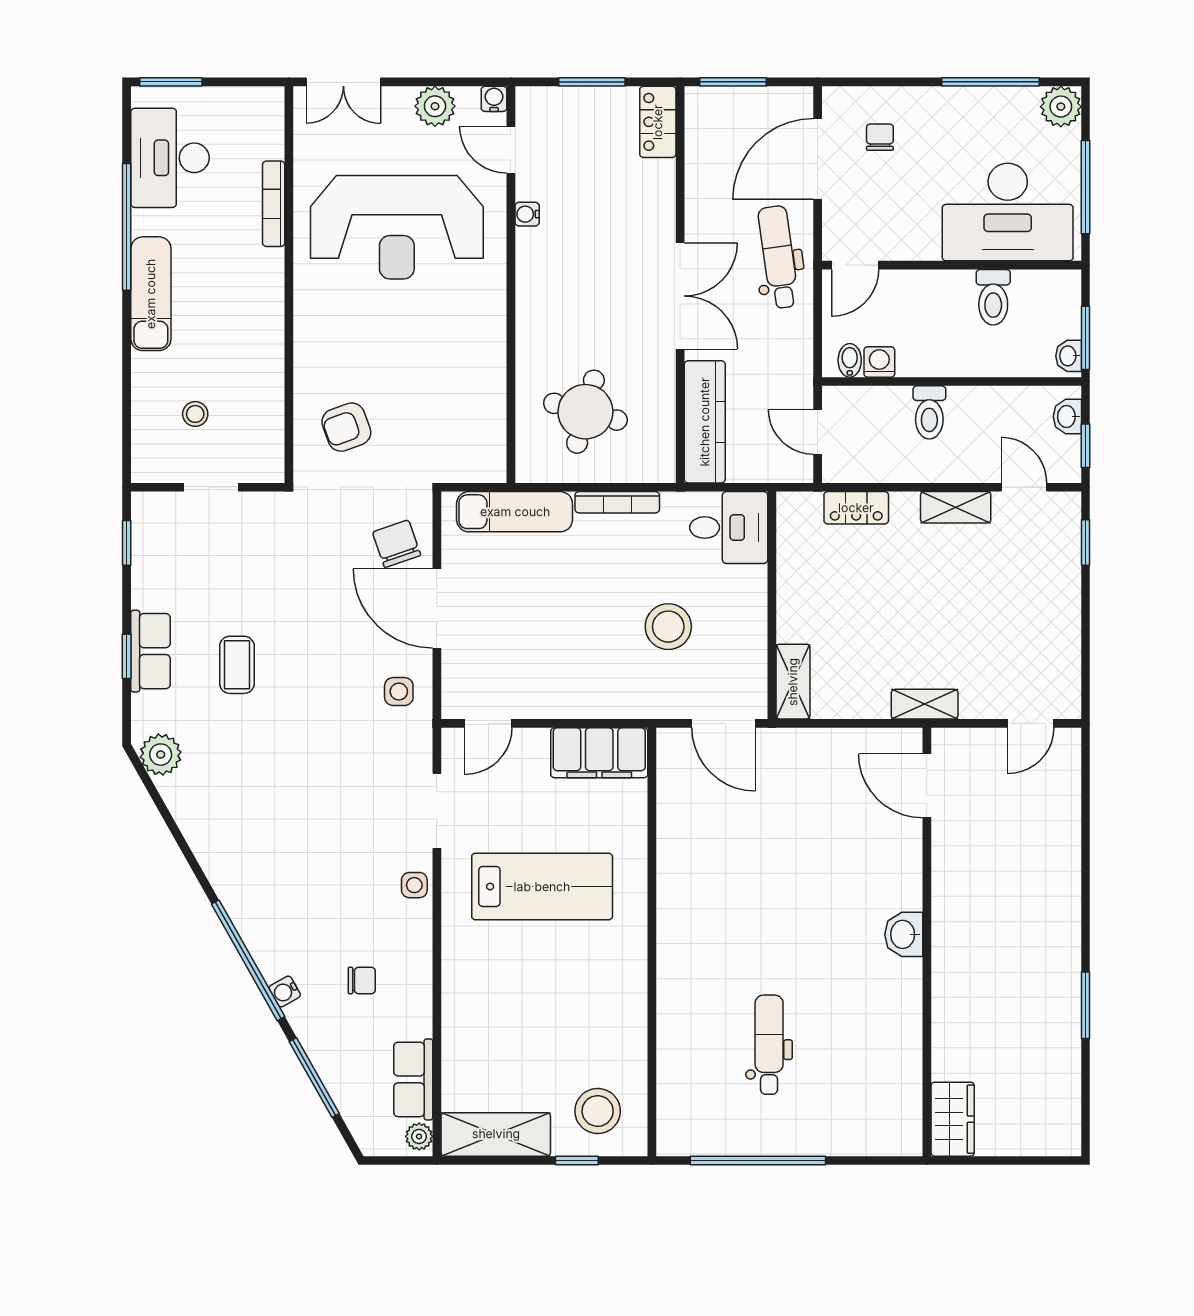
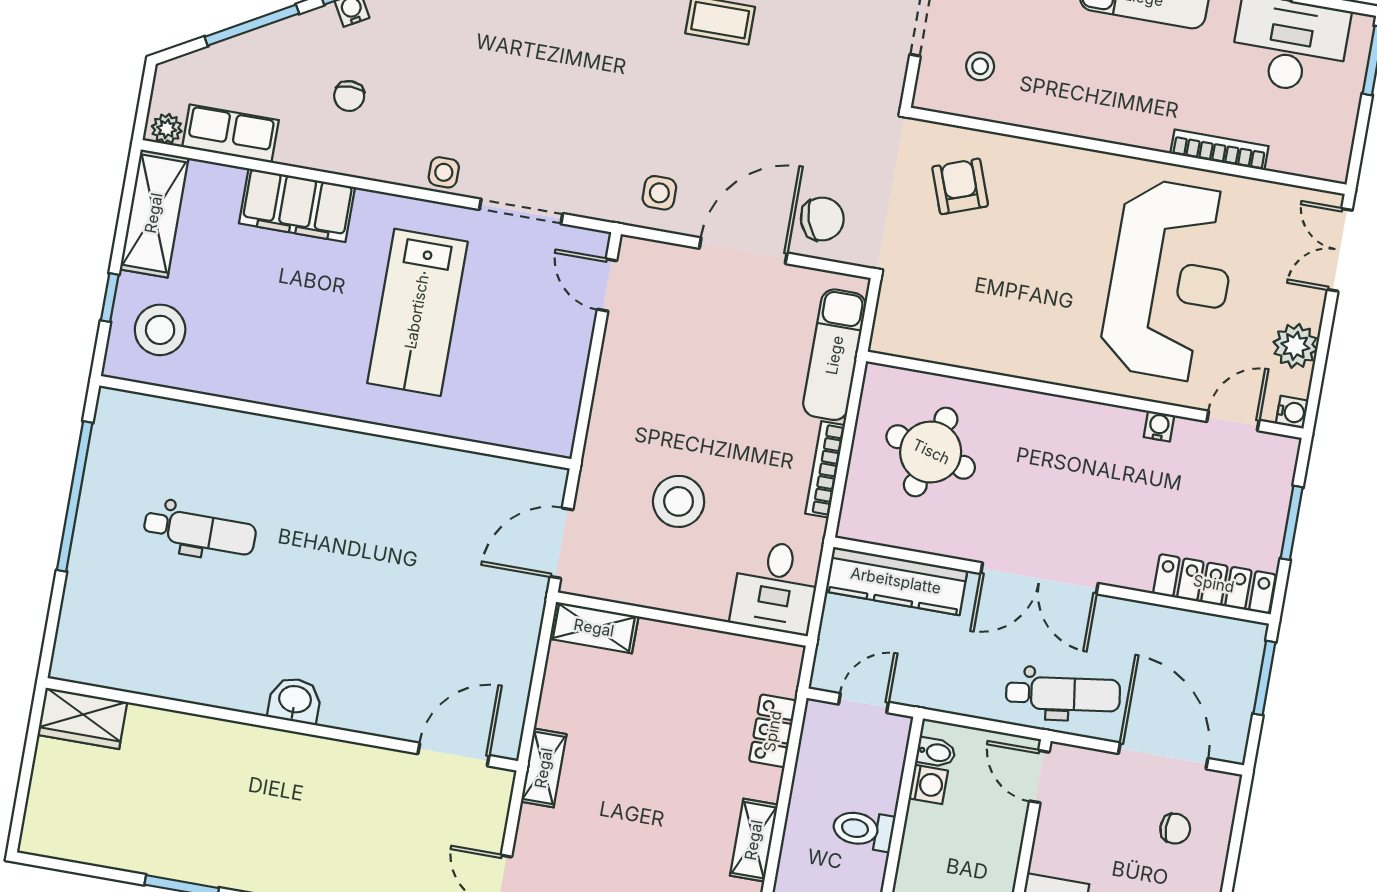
locker: (658, 122) -> (1214, 584), width x1.53
reception desk: (397, 227) -> (1170, 280), turned 180
stool: (195, 414) -> (980, 66), moved
filing cabinet: (599, 753) -> (297, 205), moved, turned -90

